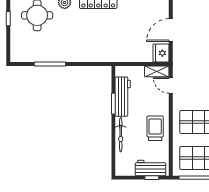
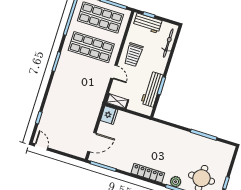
door: (171, 30) -> (92, 142), moved
door: (171, 85) -> (114, 72), moved
bicycle: (121, 135) -> (168, 43), moved

